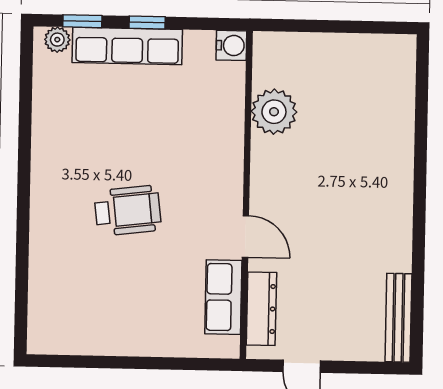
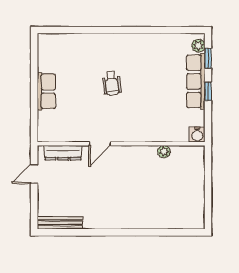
plant: (274, 112) -> (164, 152), width x0.53, depth x0.53
wheelchair: (128, 211) -> (112, 83), width x0.73, depth x0.73
row of seats: (223, 297) -> (46, 91), moved, turned 90

